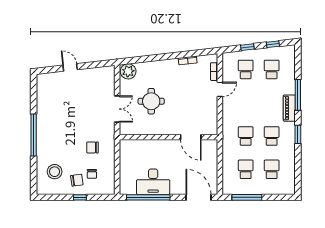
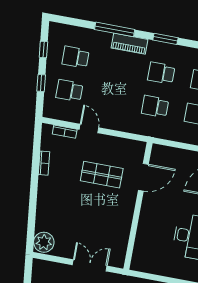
round table: (151, 101) -> (88, 220), removed
shop shelf: (187, 105) -> (102, 175), added

